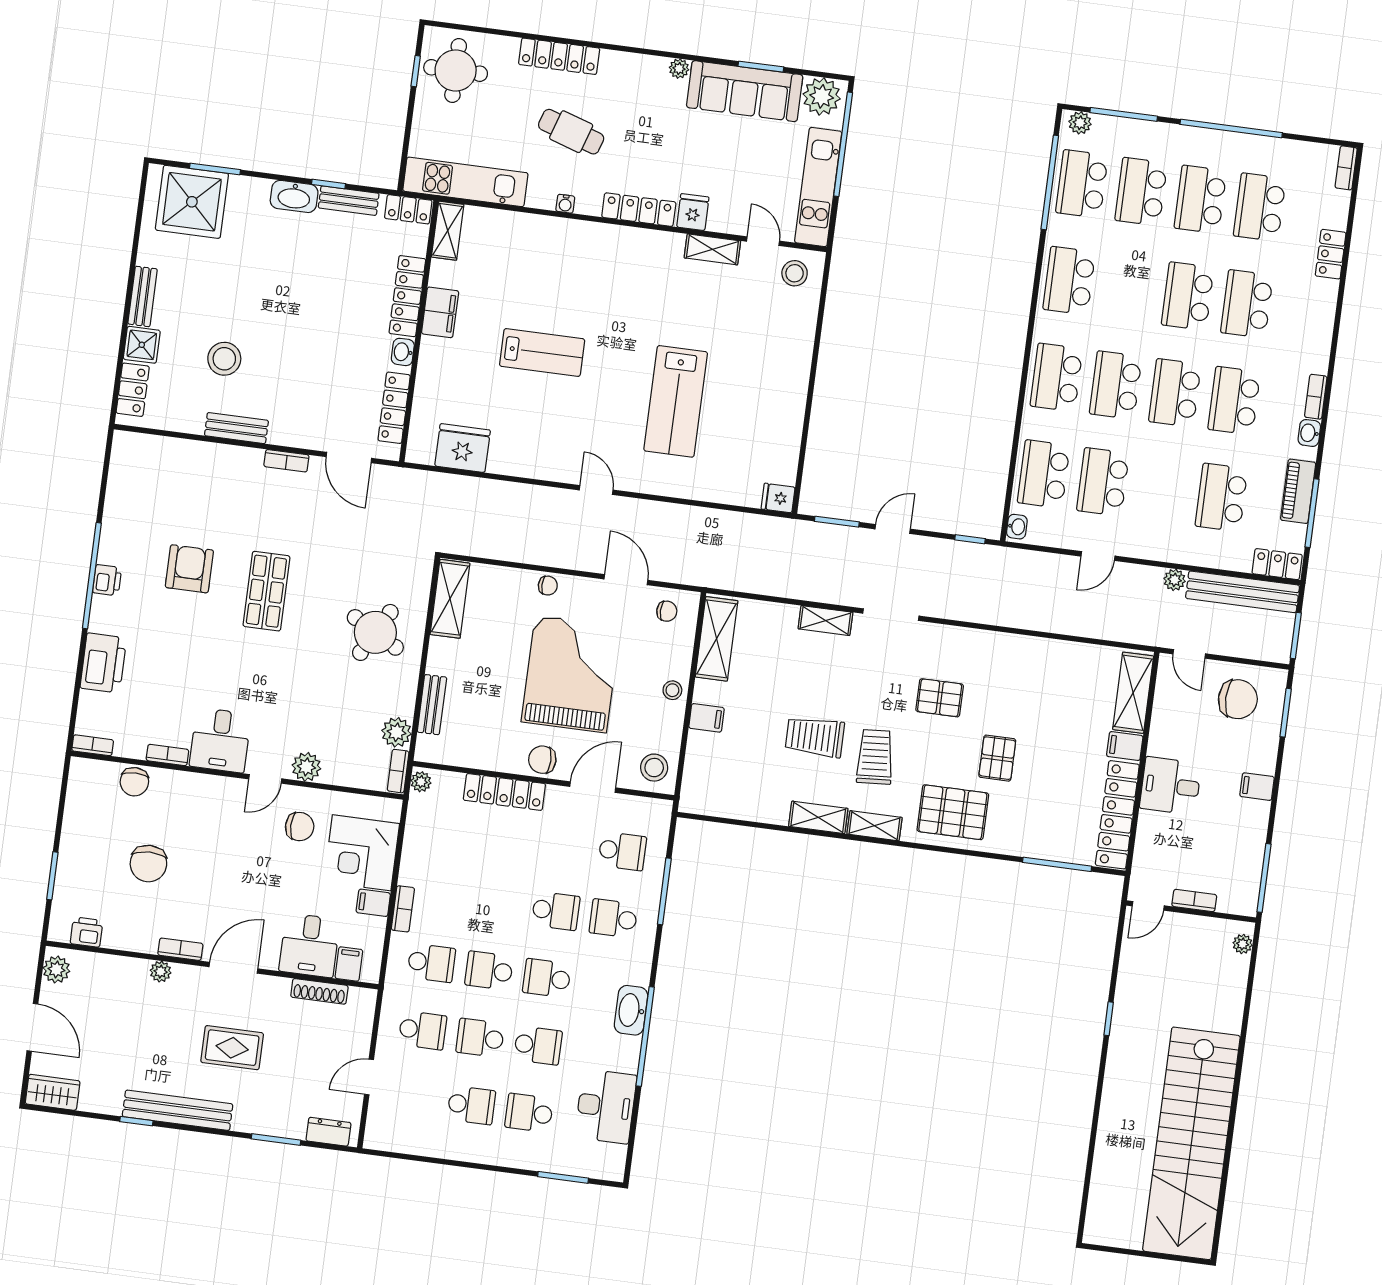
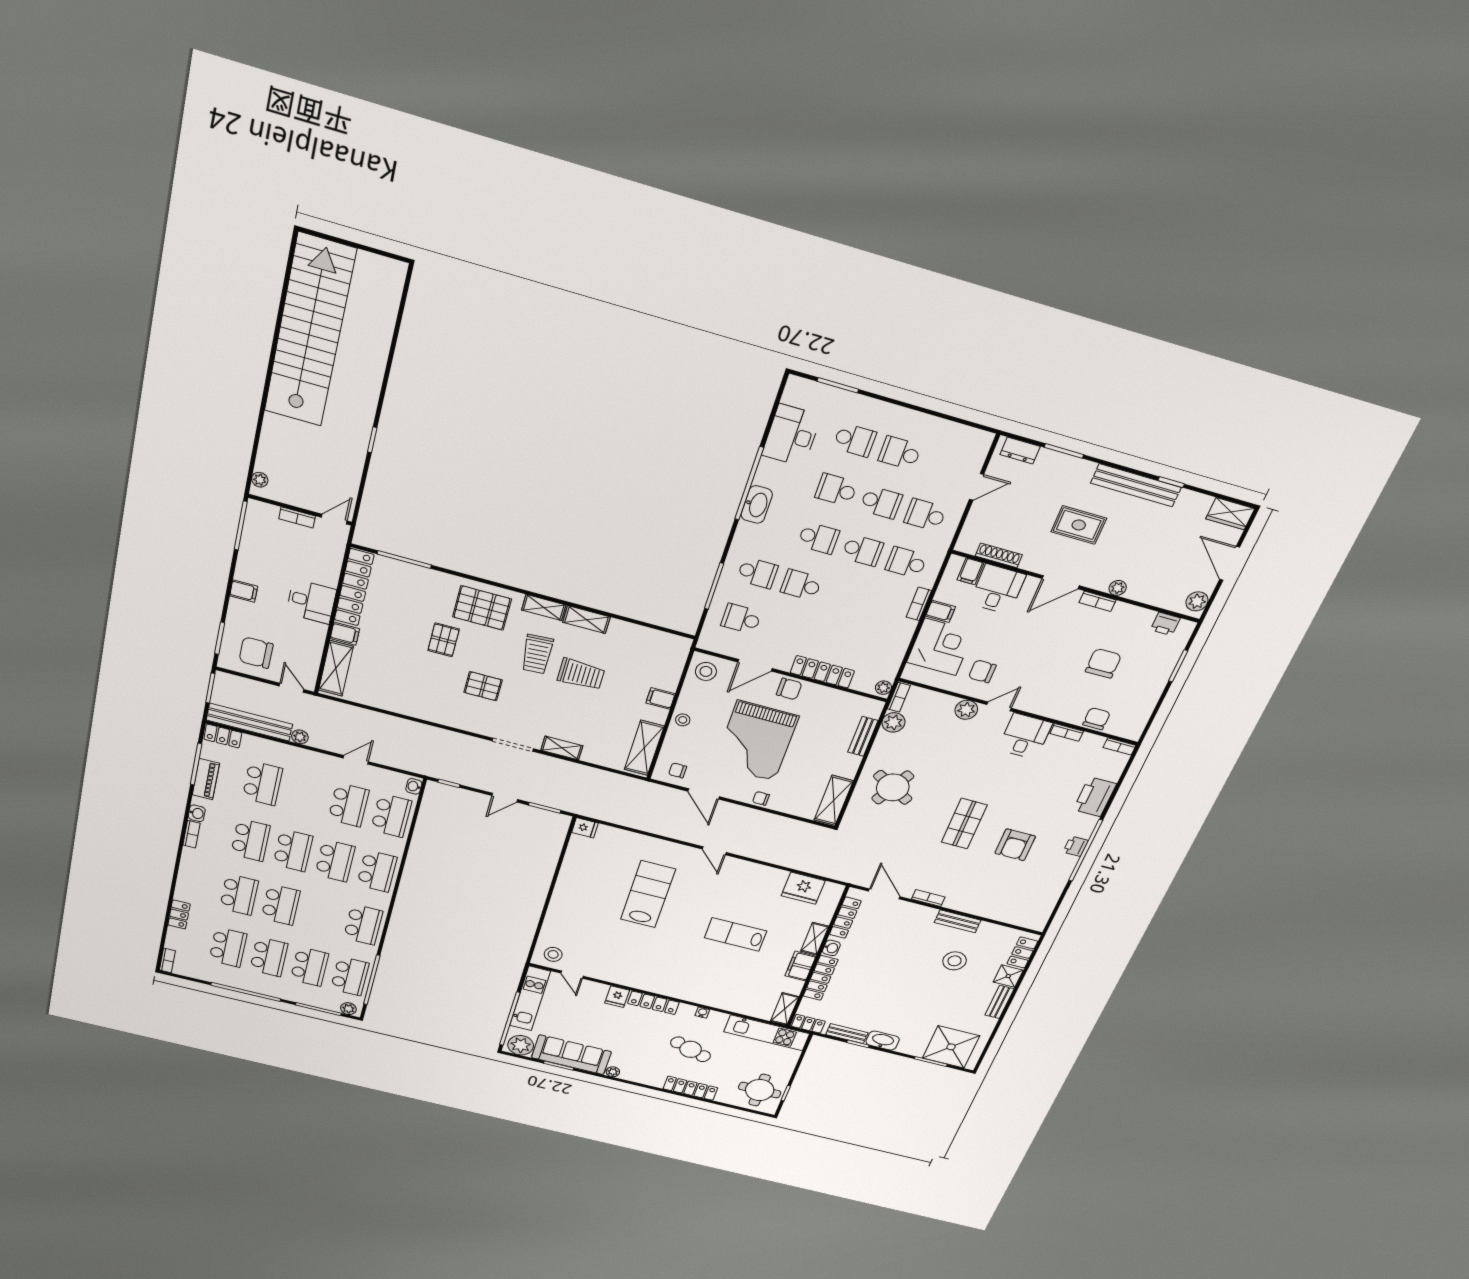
shelving: (712, 249) -> (815, 939), moved, turned 90

